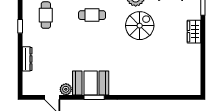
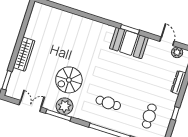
wardrobe: (194, 32) -> (24, 54), width x1.50
plant: (66, 89) -> (177, 52), moved

